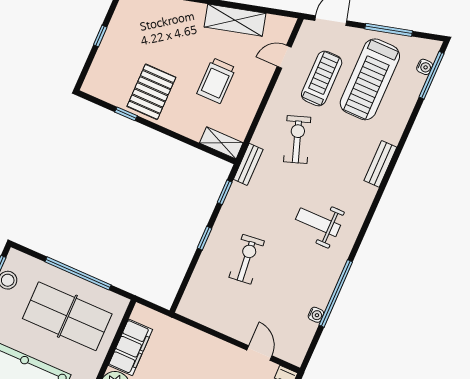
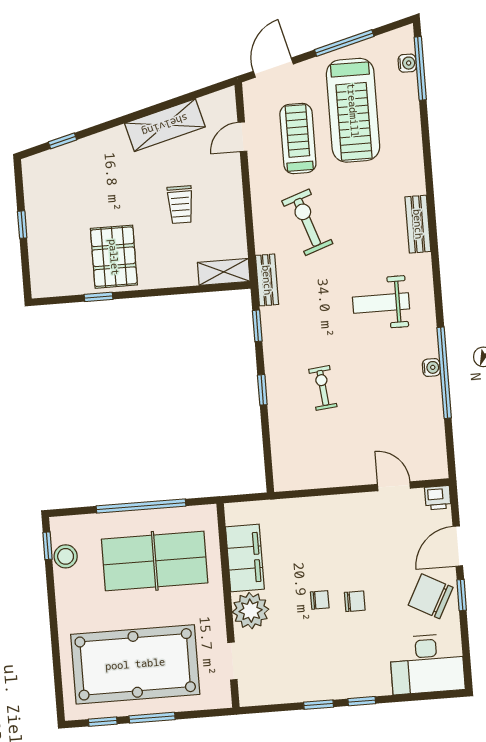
trolley: (216, 81) -> (180, 205), width x0.73, depth x0.72
bench: (380, 164) -> (418, 224), moved
exercise bike: (247, 259) -> (323, 388), width x0.73, depth x0.72
water cooler: (316, 315) -> (431, 368), moved

